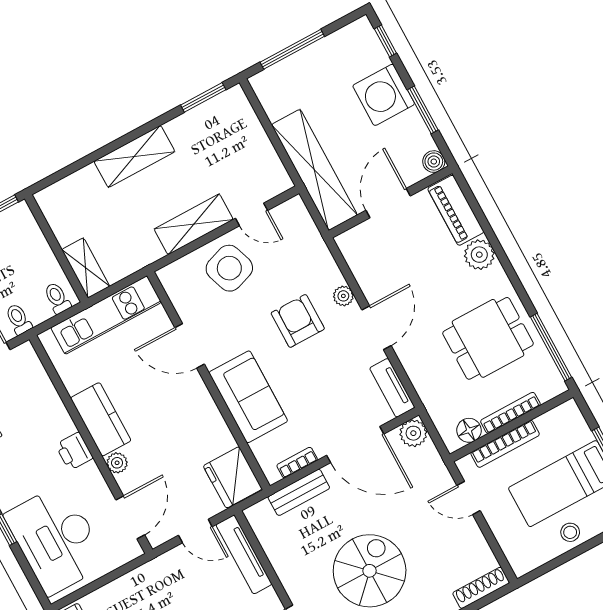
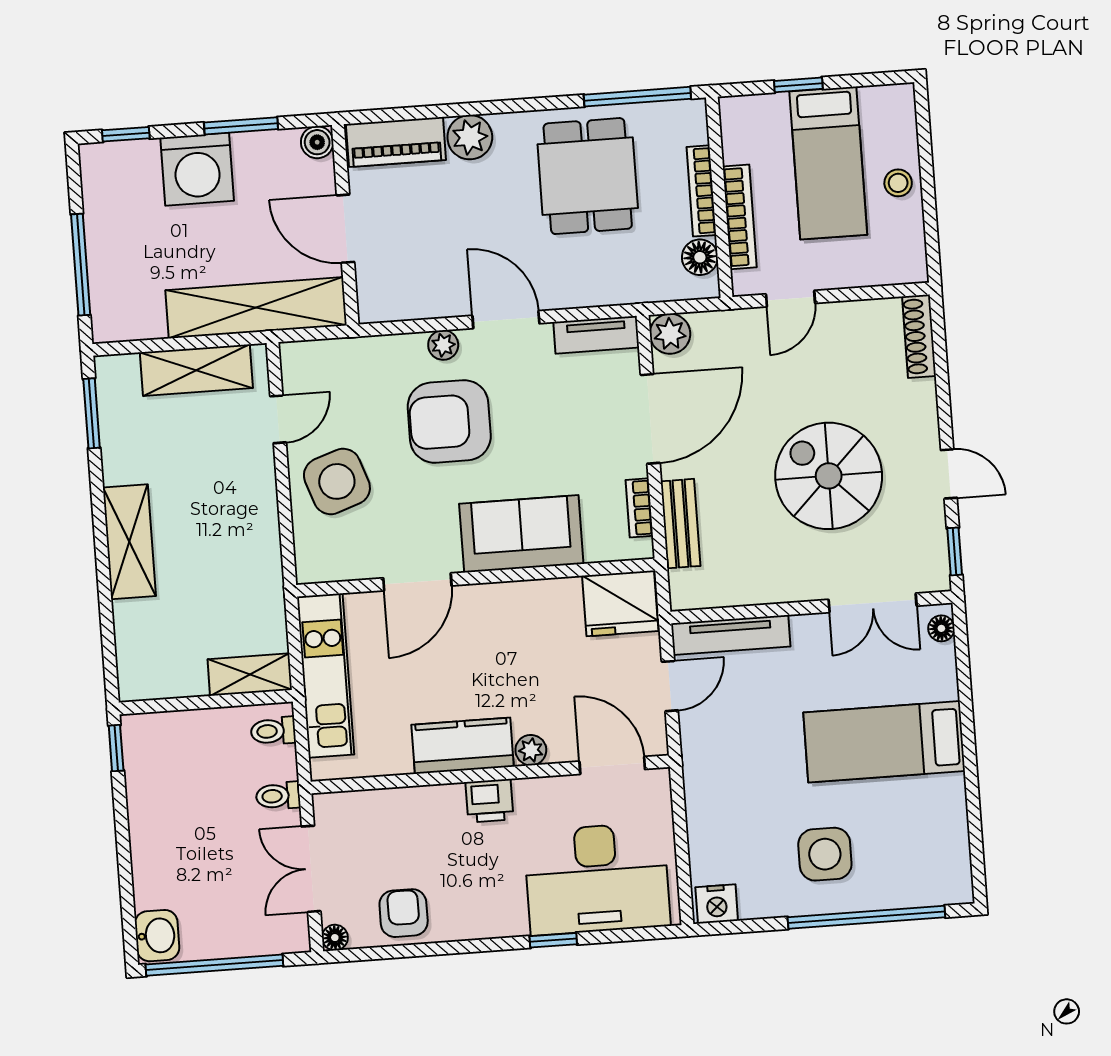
shelving: (194, 224) -> (196, 370), moved, turned 90
armchair: (298, 321) -> (449, 421), width x1.36, depth x1.36

